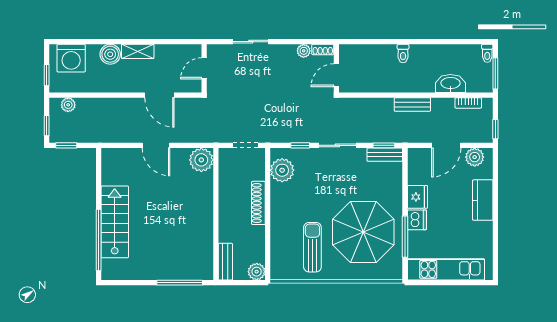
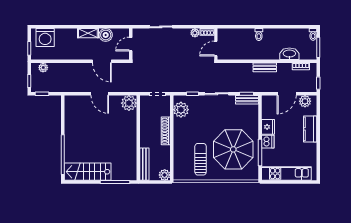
boiler: (110, 54) -> (106, 35), moved
stairs: (115, 222) -> (88, 172), moved, turned -90
bench: (225, 262) -> (144, 164), width x1.36

